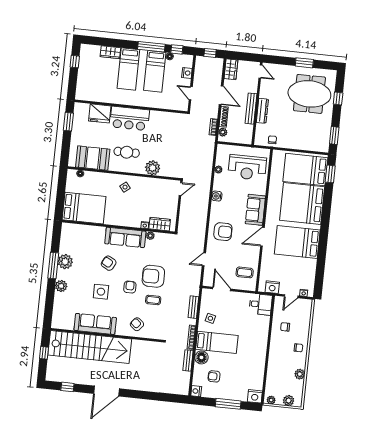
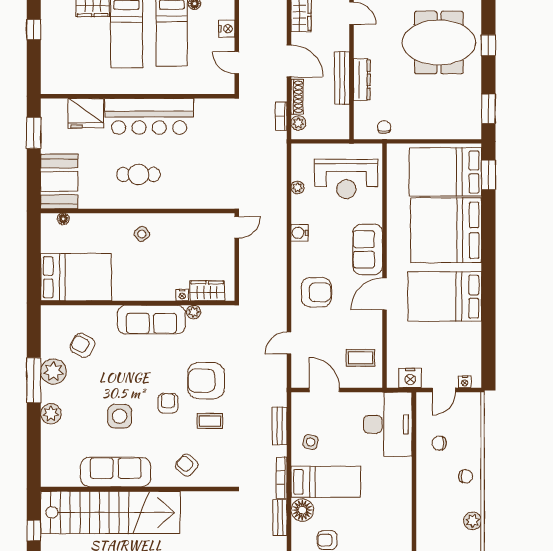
bar counter: (130, 118) -> (149, 116), width x1.36
booth: (93, 158) -> (59, 181), moved, turned 90
plant: (153, 168) -> (185, 196), removed
armchair: (109, 263) -> (83, 345), moved
desk: (261, 304) -> (388, 424), width x1.87, depth x1.30

